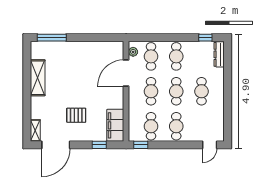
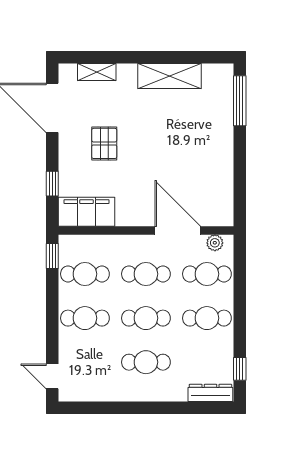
shelving: (35, 130) -> (97, 72), moved

